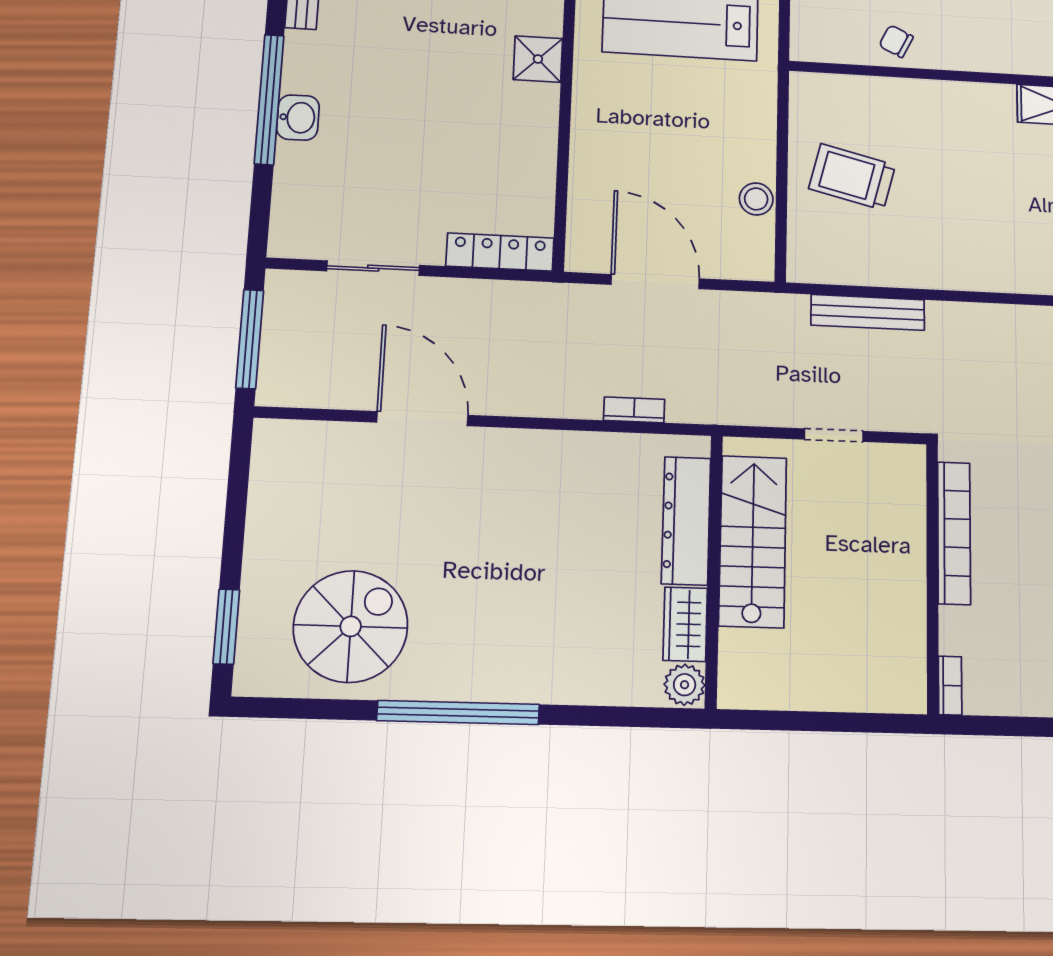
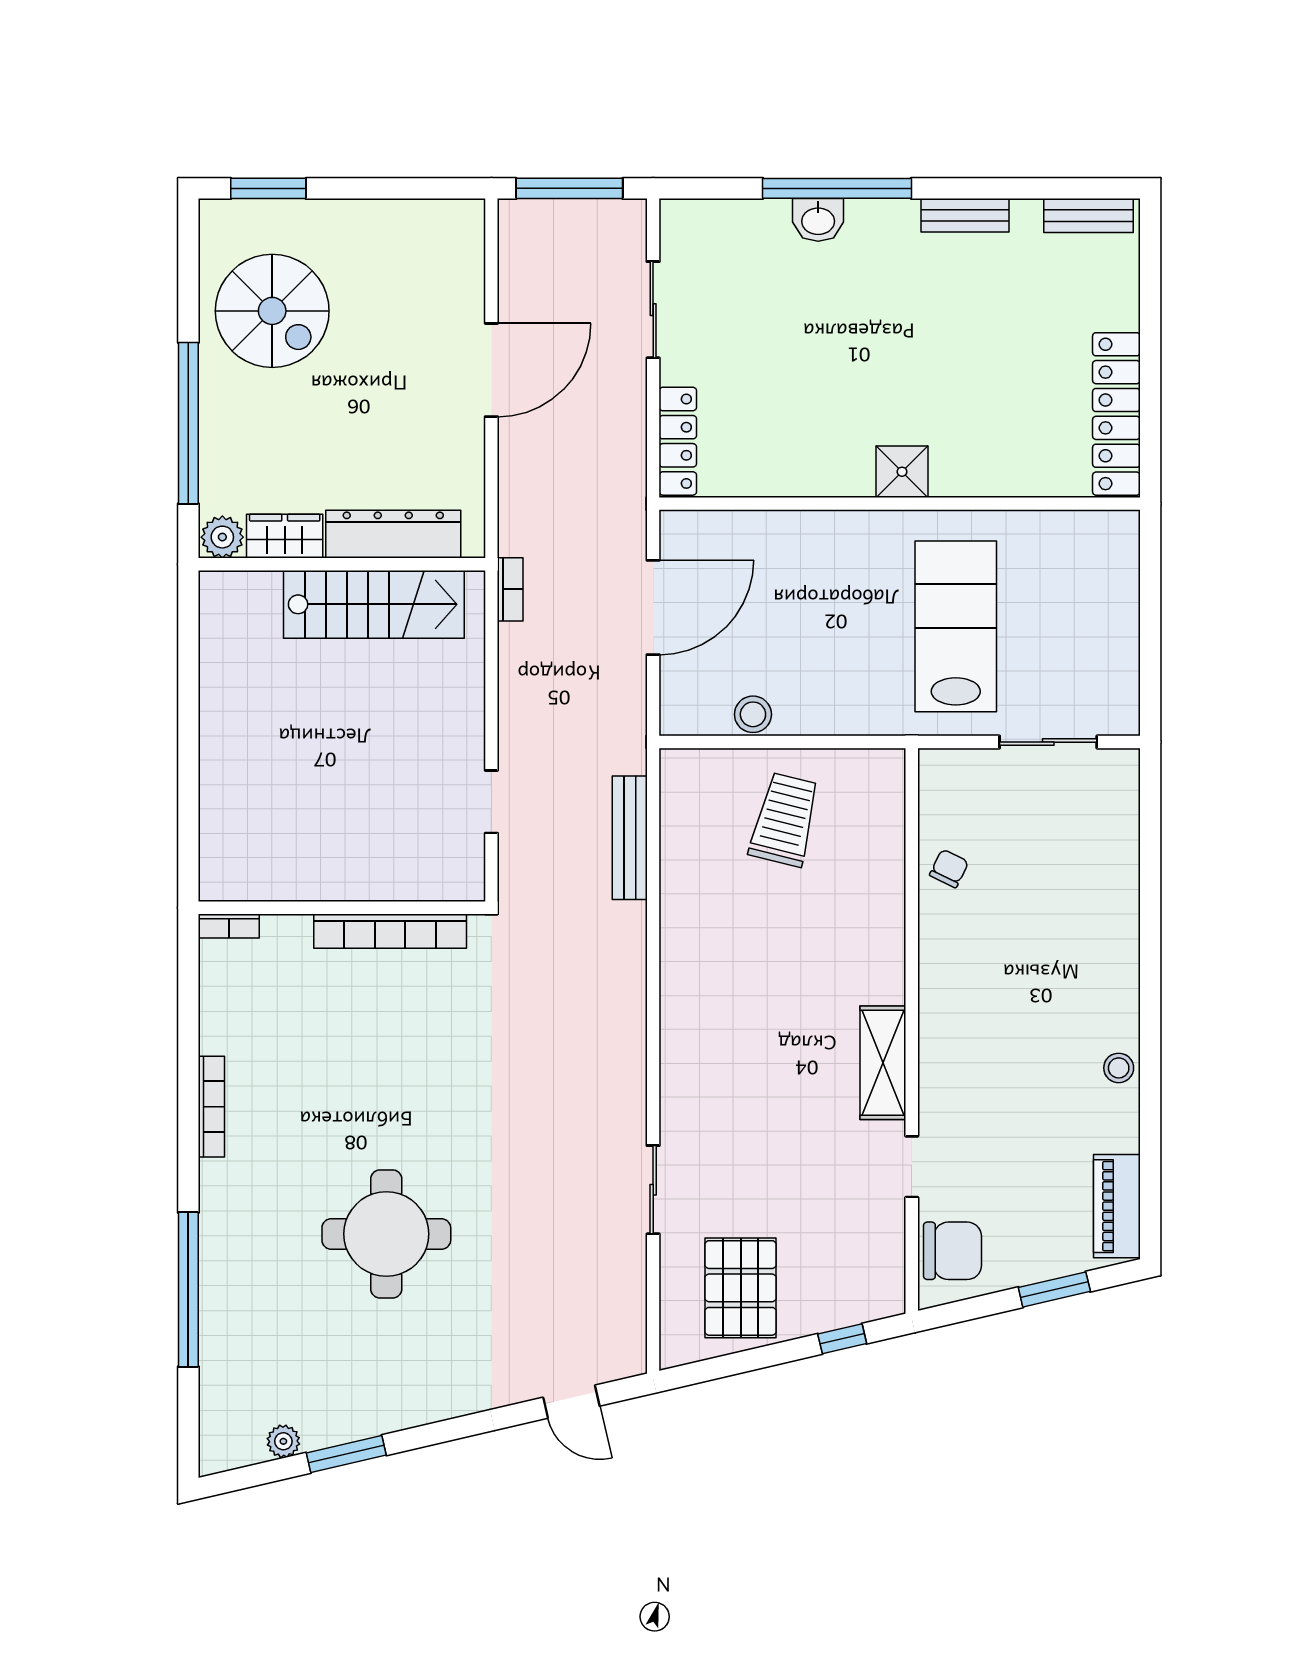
dresser: (686, 521) -> (393, 534), moved
stairs: (753, 541) -> (374, 604), moved
wall: (714, 570) -> (342, 564), moved
wardrobe: (685, 624) -> (285, 536), moved
plant: (685, 685) -> (222, 537), moved

